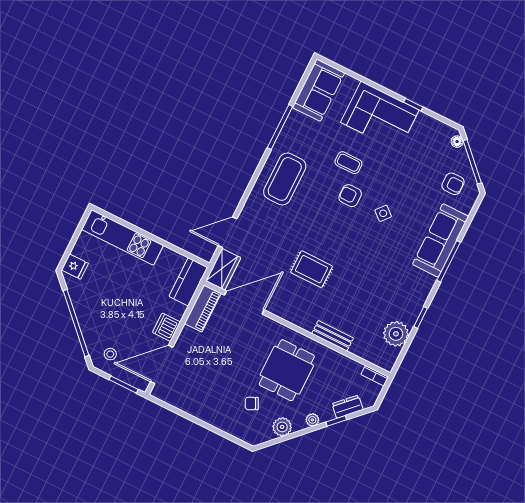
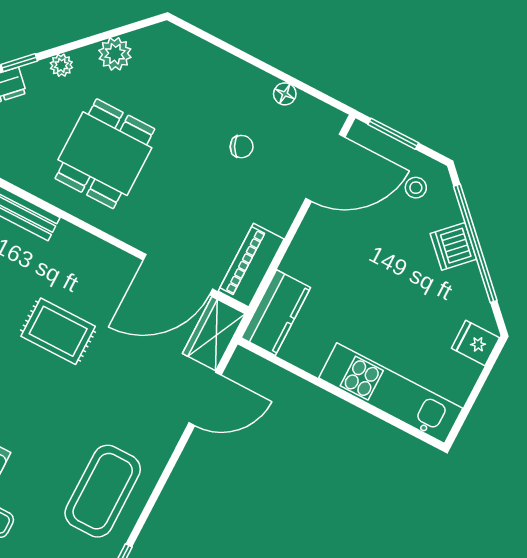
dishwasher: (166, 327) -> (453, 246), moved, turned 135
chair: (252, 403) -> (242, 147), moved
floor lamp: (185, 406) -> (285, 94), added

